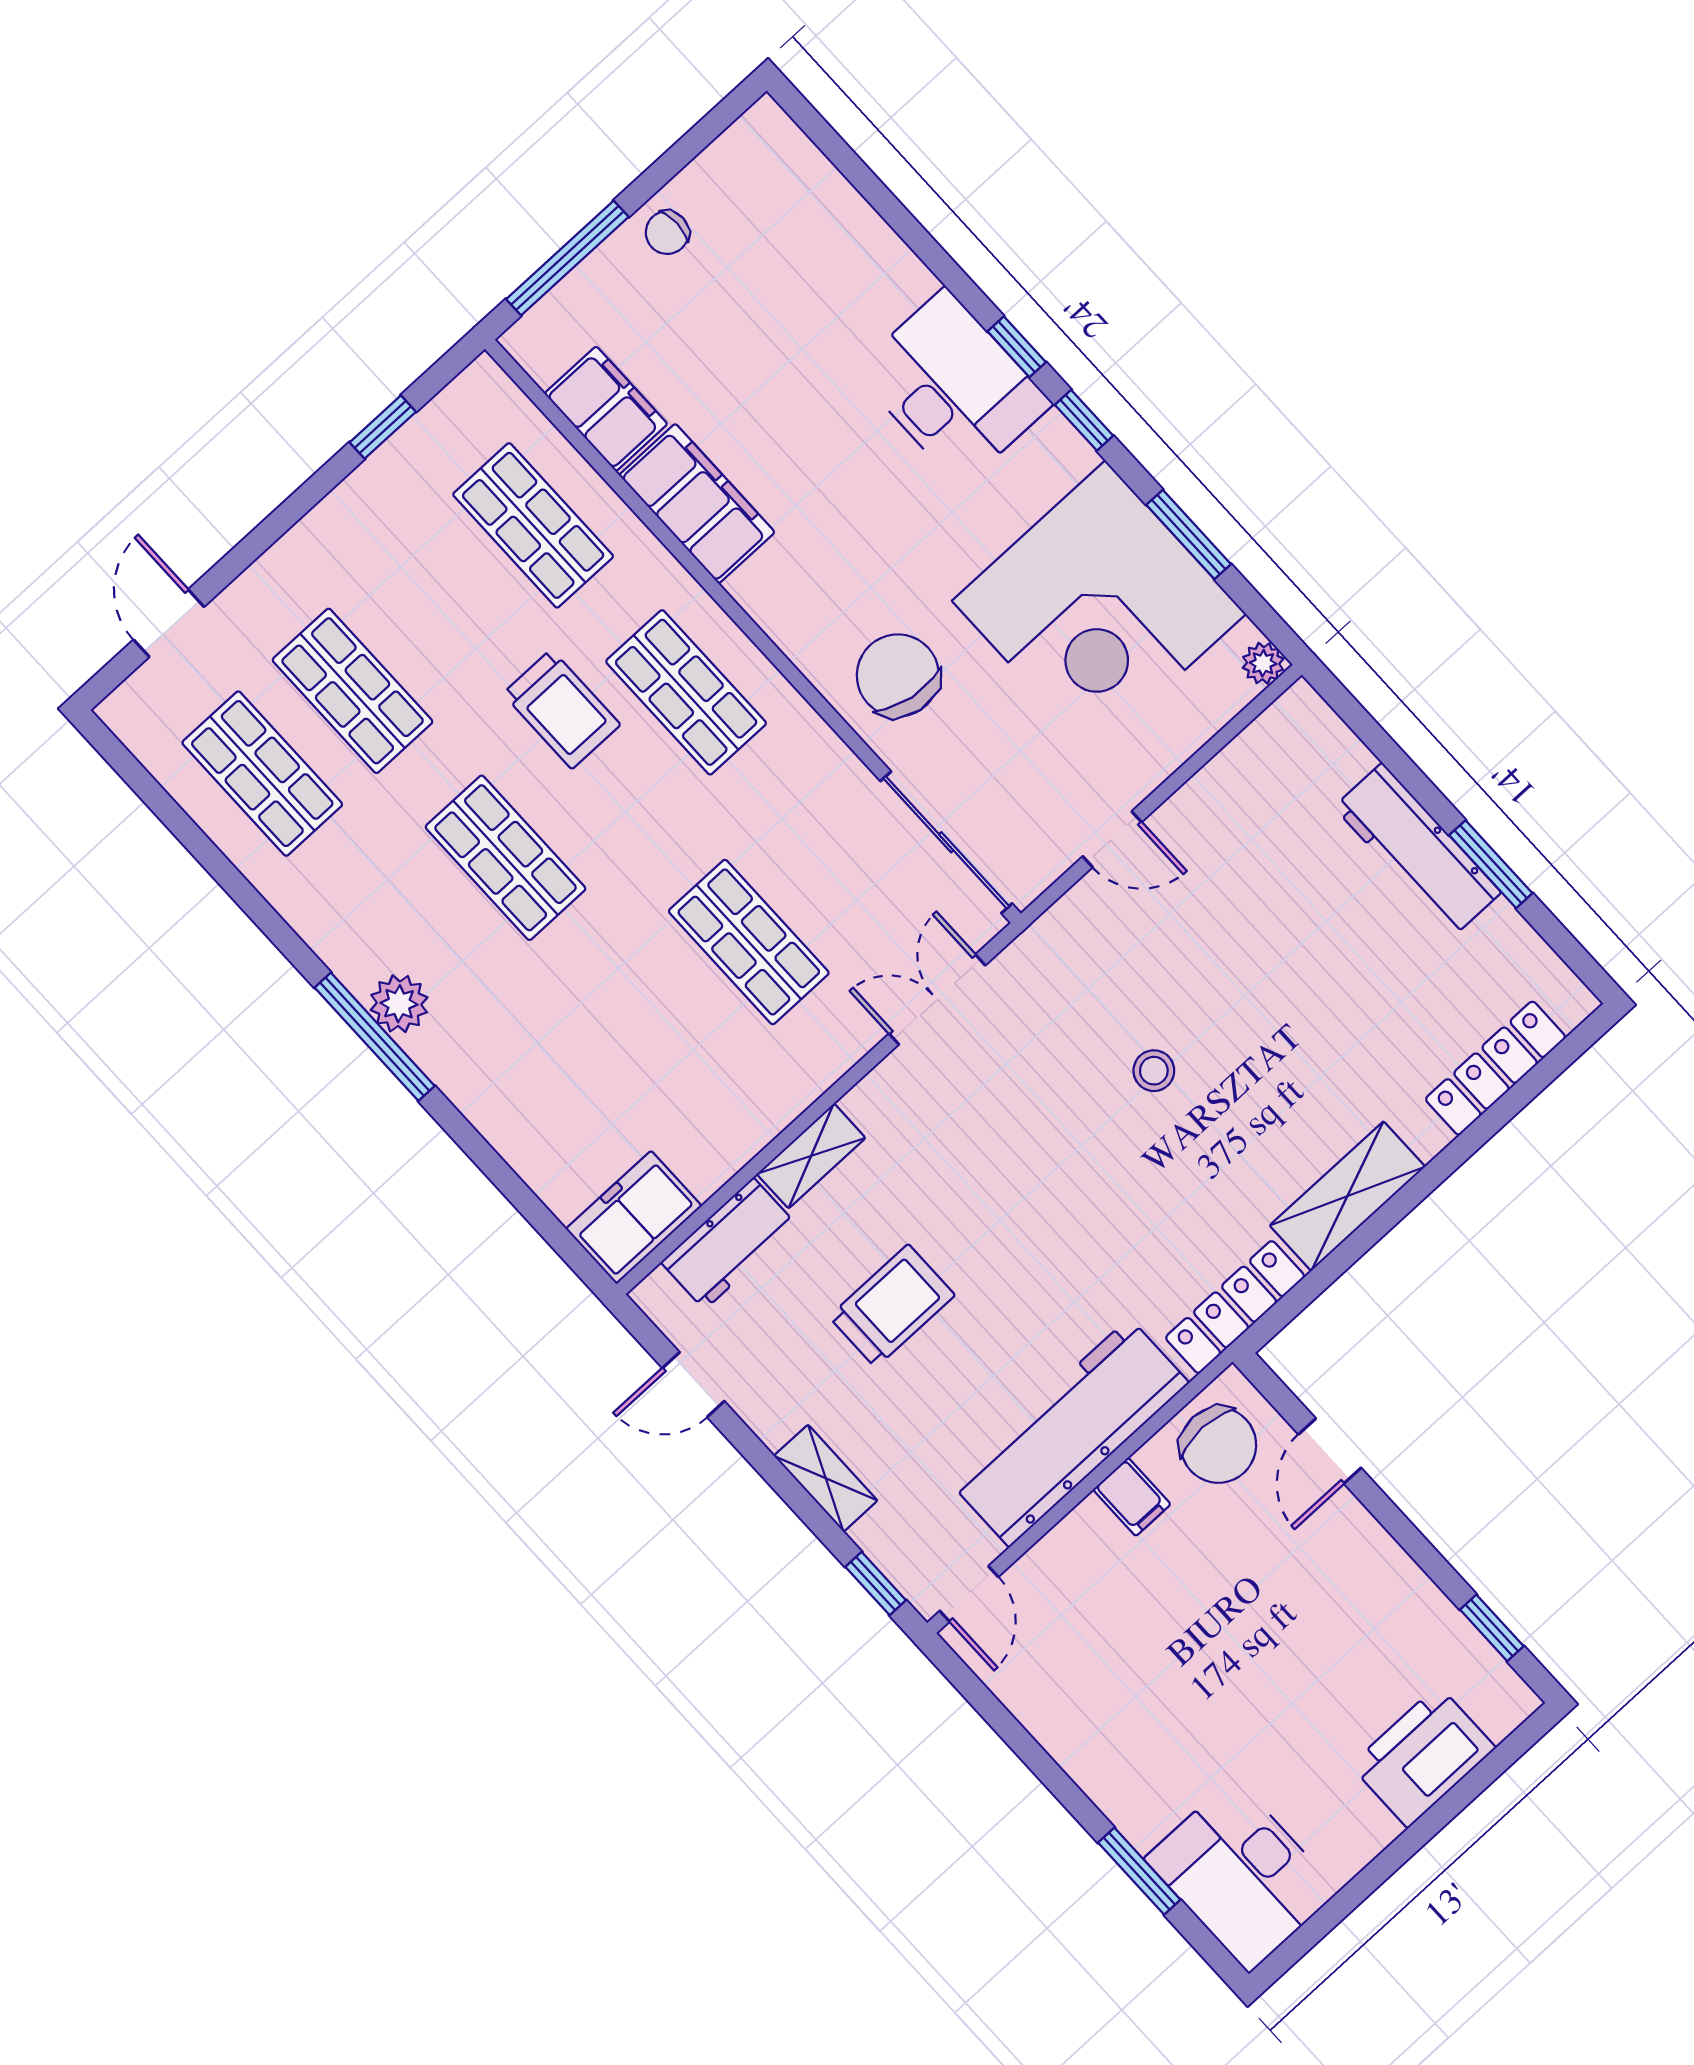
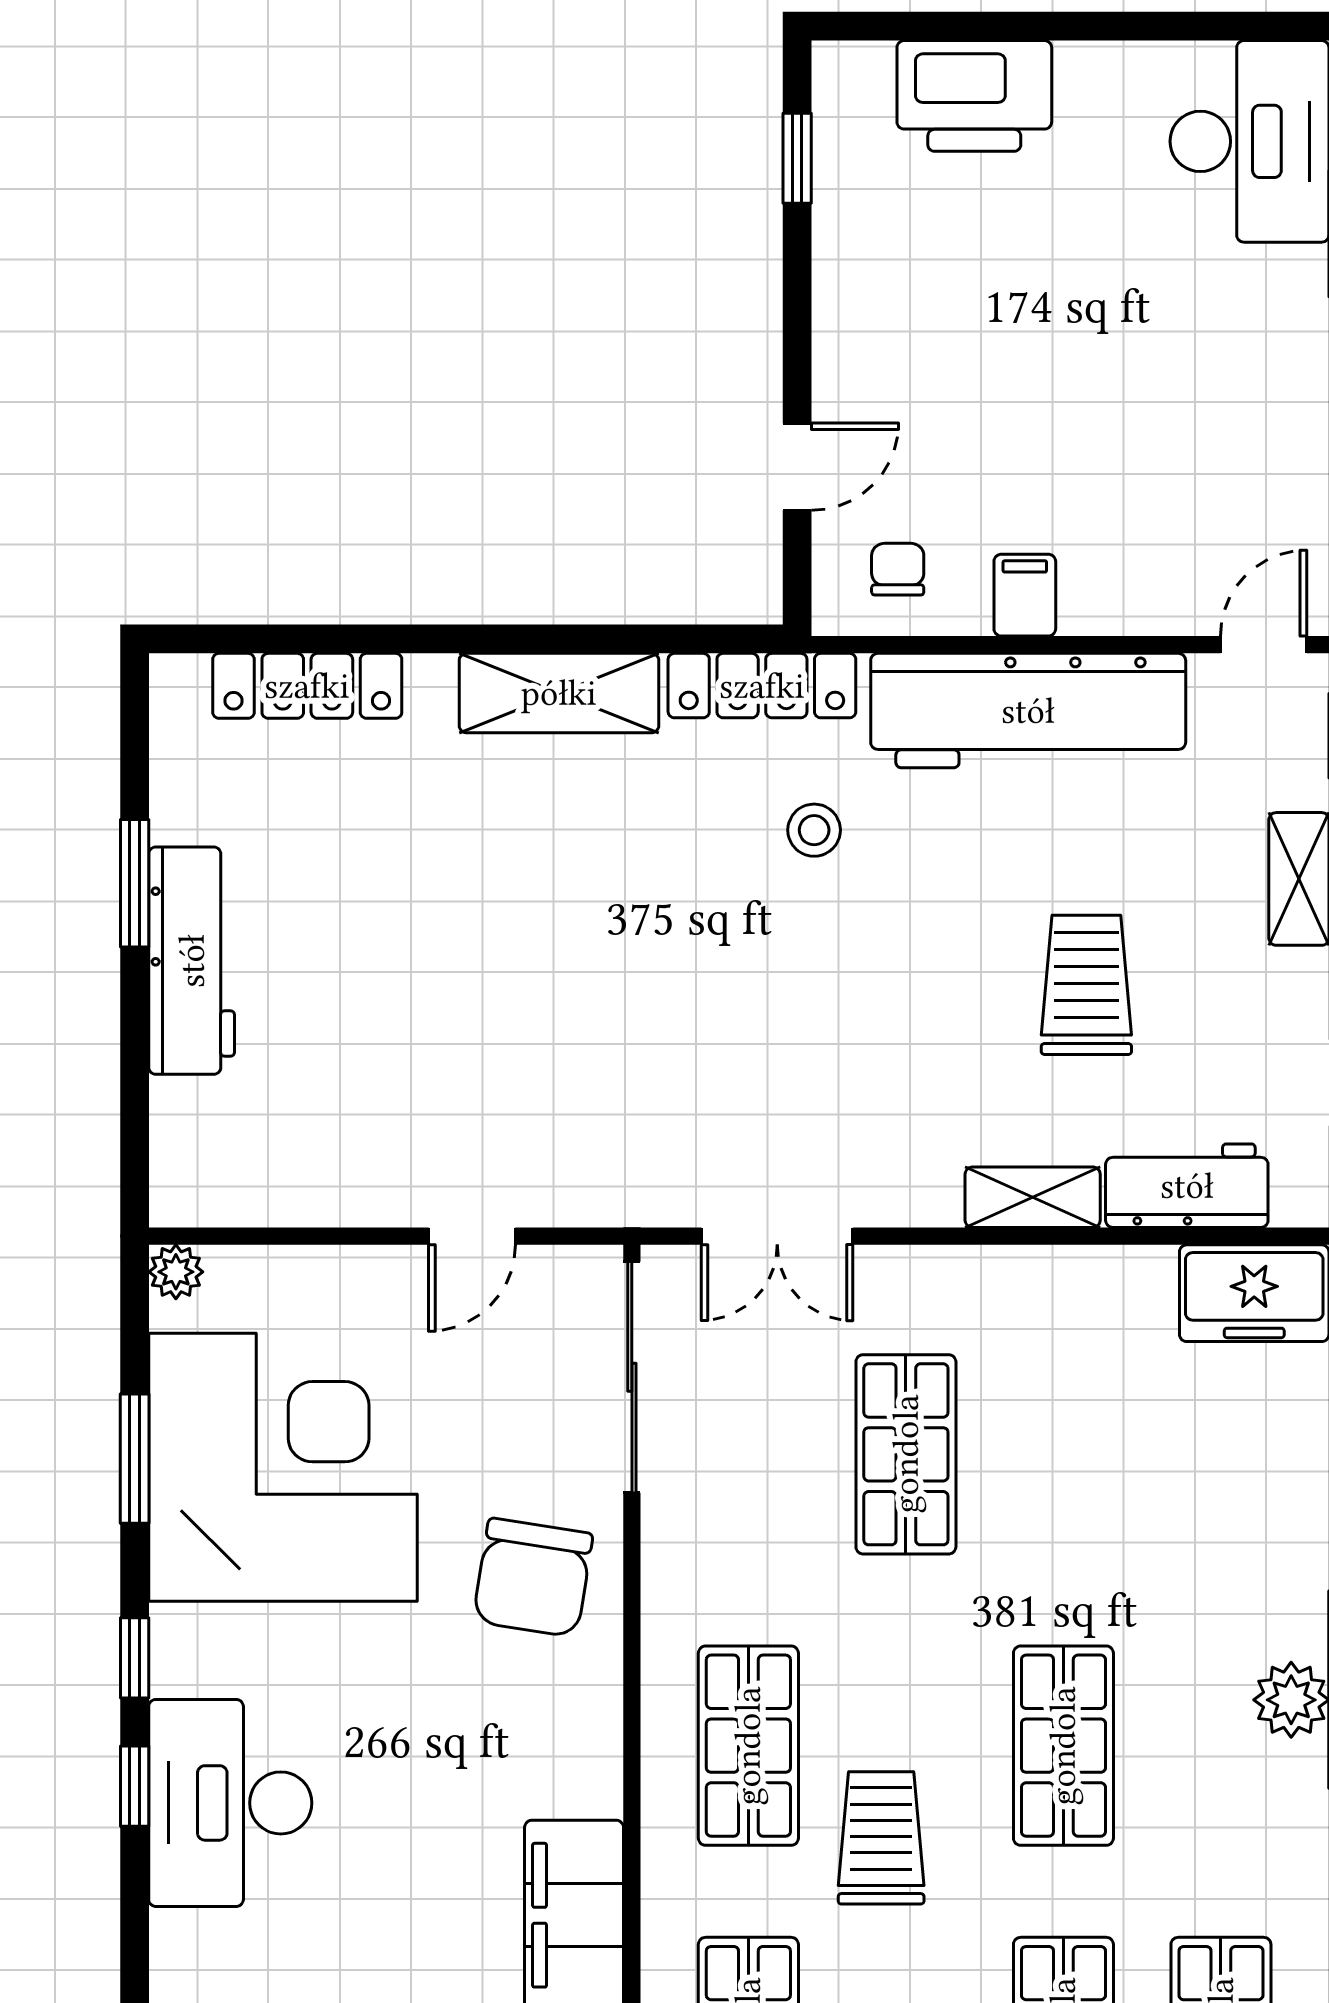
door: (1112, 839) -> (472, 1236), swing flipped
stool: (1154, 1071) -> (814, 830), moved
trolley: (892, 1306) -> (1086, 985), turned 90
chair: (1218, 1445) -> (898, 569), width x0.54, depth x0.54

